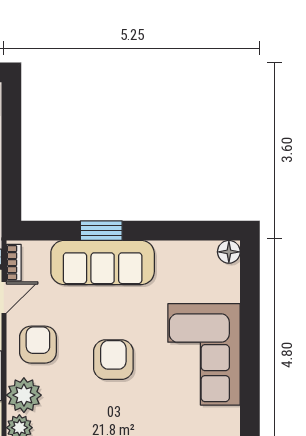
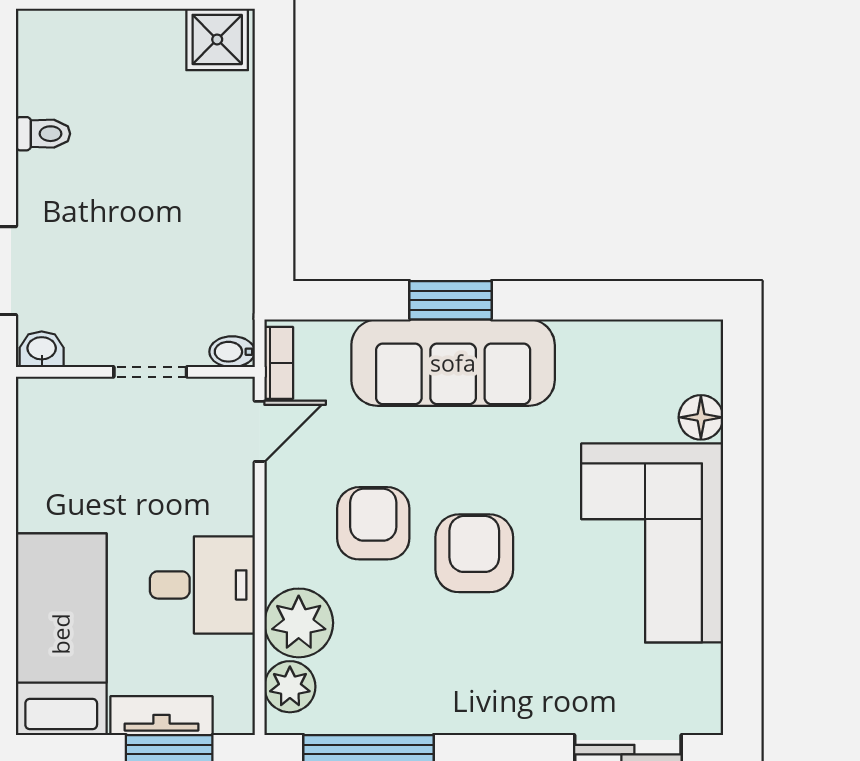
floor lamp: (229, 252) -> (701, 417), moved
armchair: (38, 345) -> (373, 523), moved

